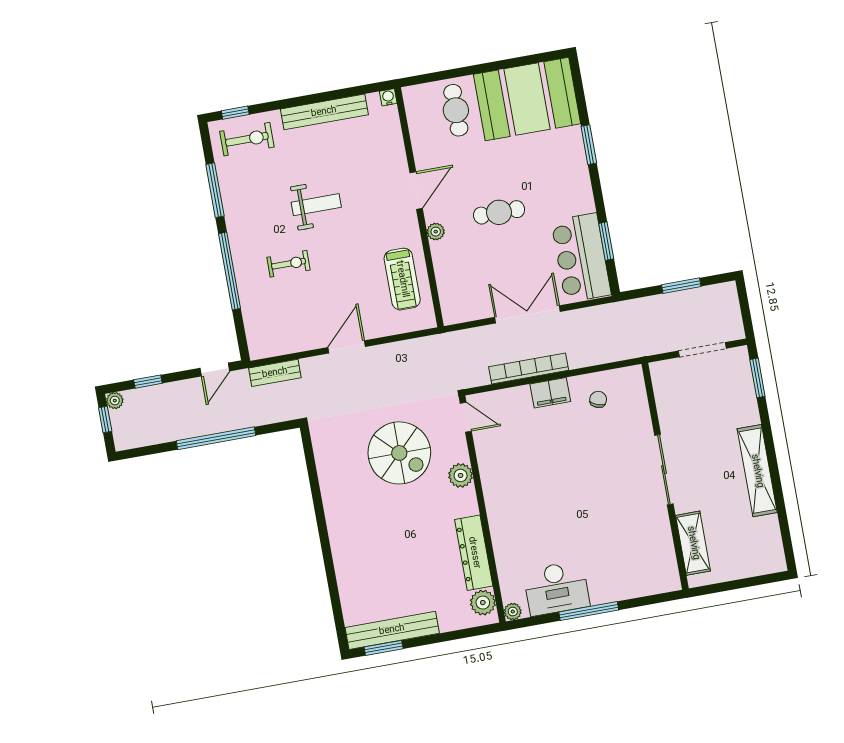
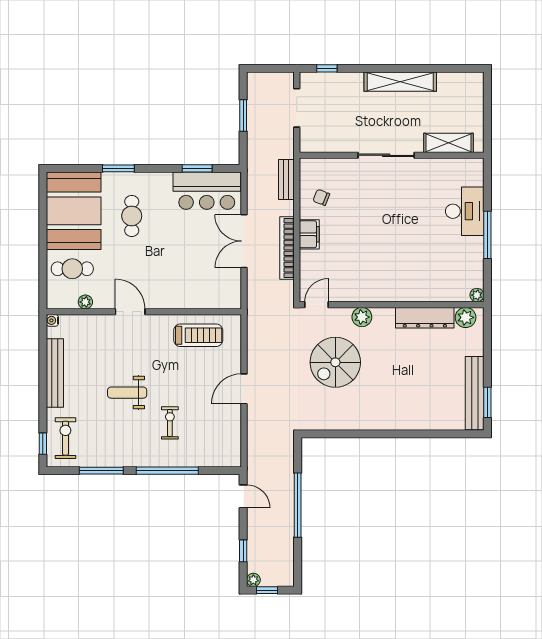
weight bench: (316, 205) -> (127, 393), turned -90
cafe table: (499, 212) -> (132, 216), moved
plant: (436, 232) -> (85, 302), moved
door: (347, 347) -> (244, 389), hinge flipped
bench: (275, 373) -> (286, 180), moved
window: (757, 378) -> (327, 68), width x0.67
spiral stairs: (399, 453) -> (335, 362), turned 180
desk: (556, 588) -> (465, 211), moved

